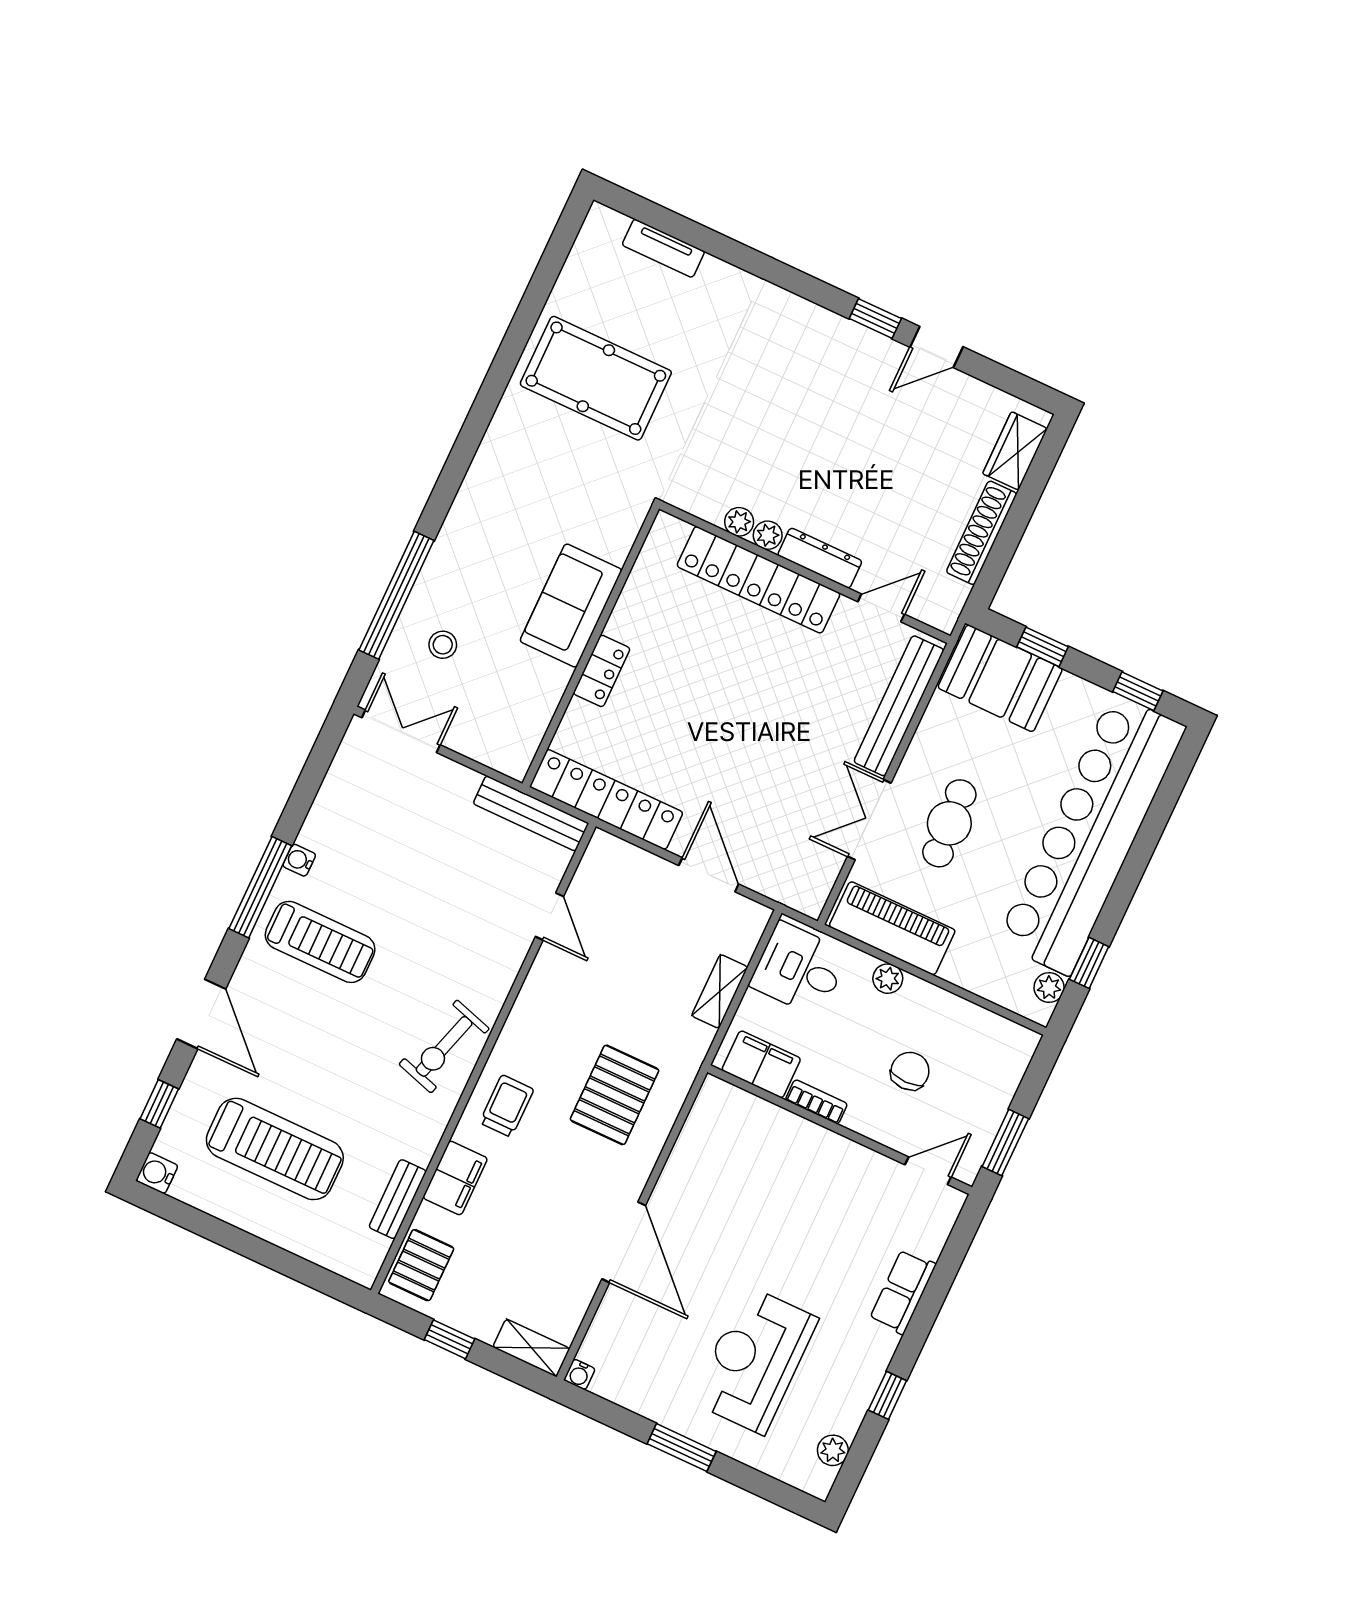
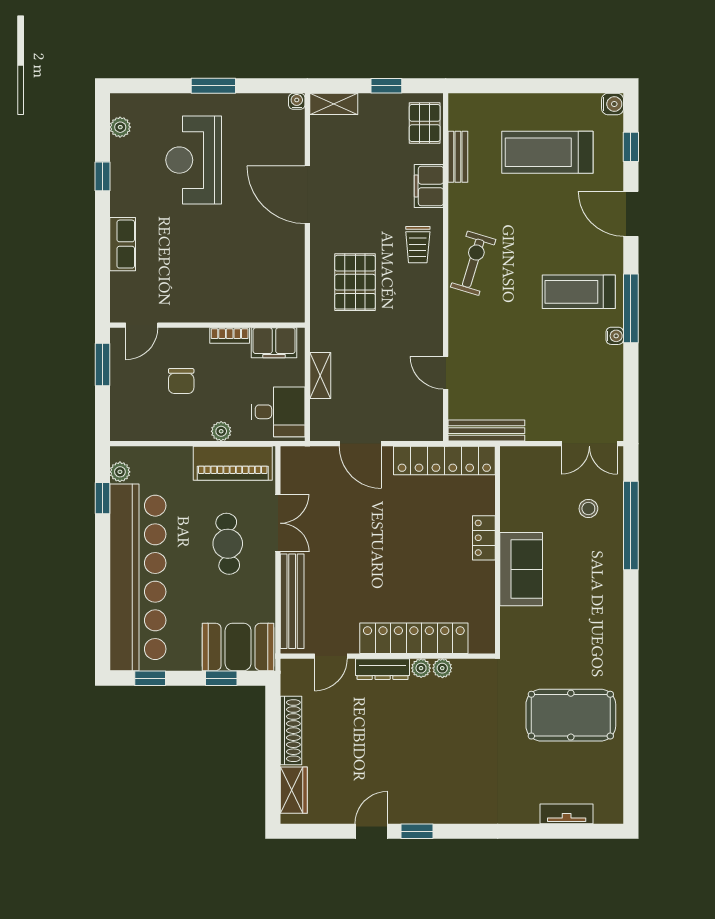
reception desk: (755, 1360) -> (194, 160), turned 180

